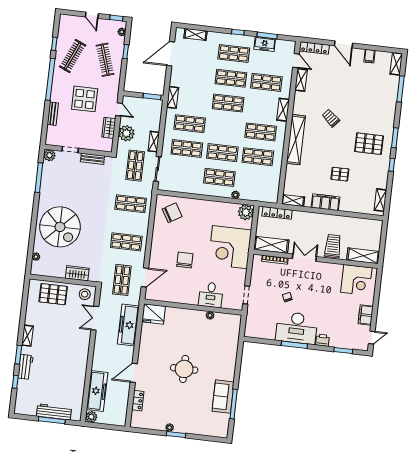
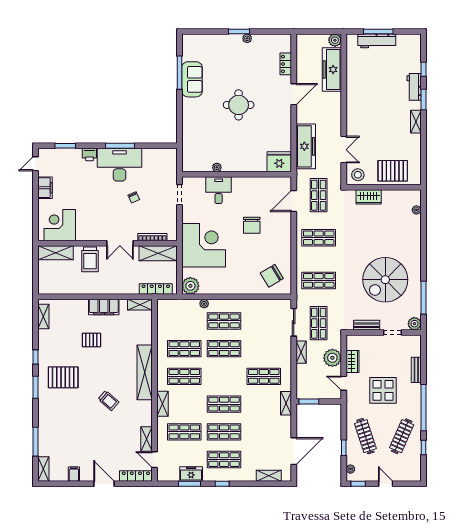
shop shelf: (187, 148) -> (264, 349), removed
spiral stairs: (60, 227) -> (385, 280), moved, turned -90

